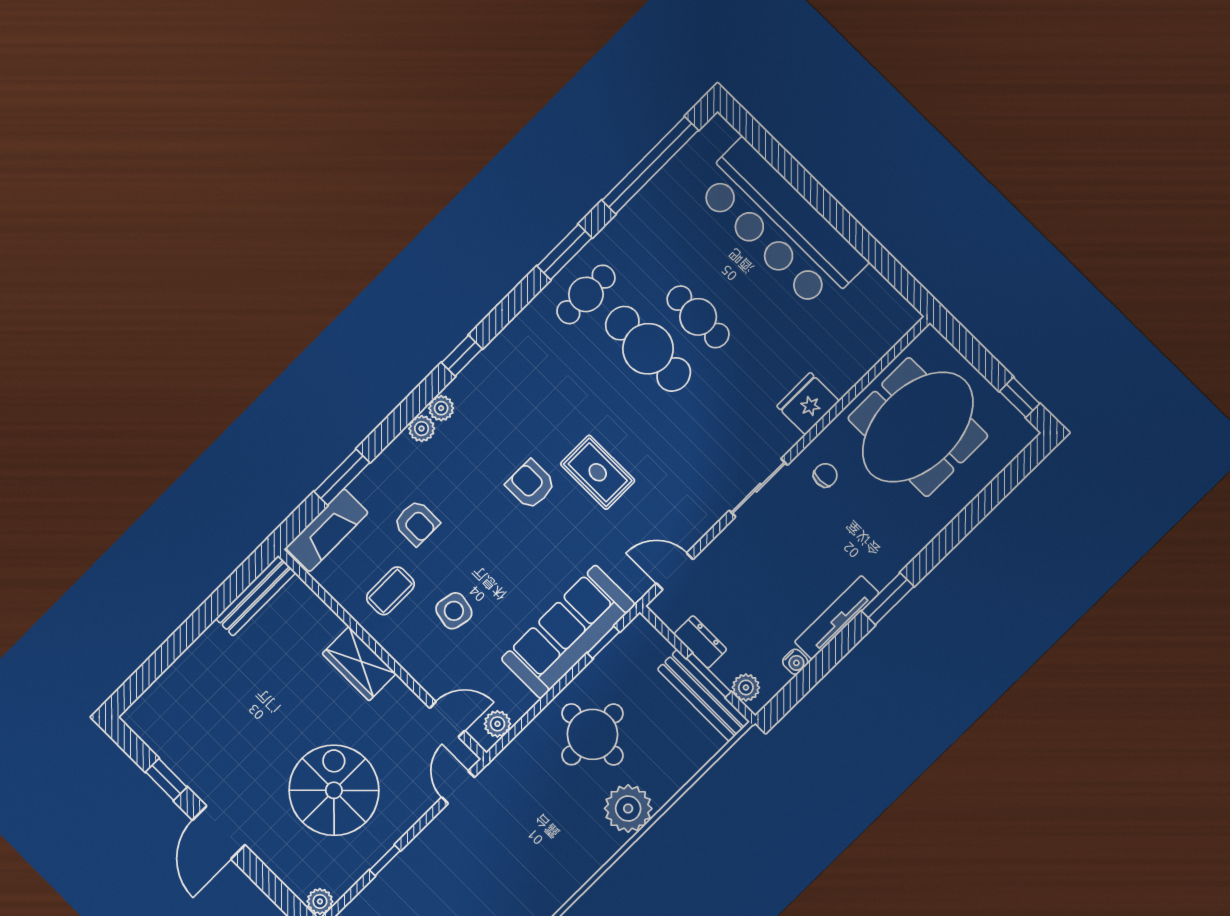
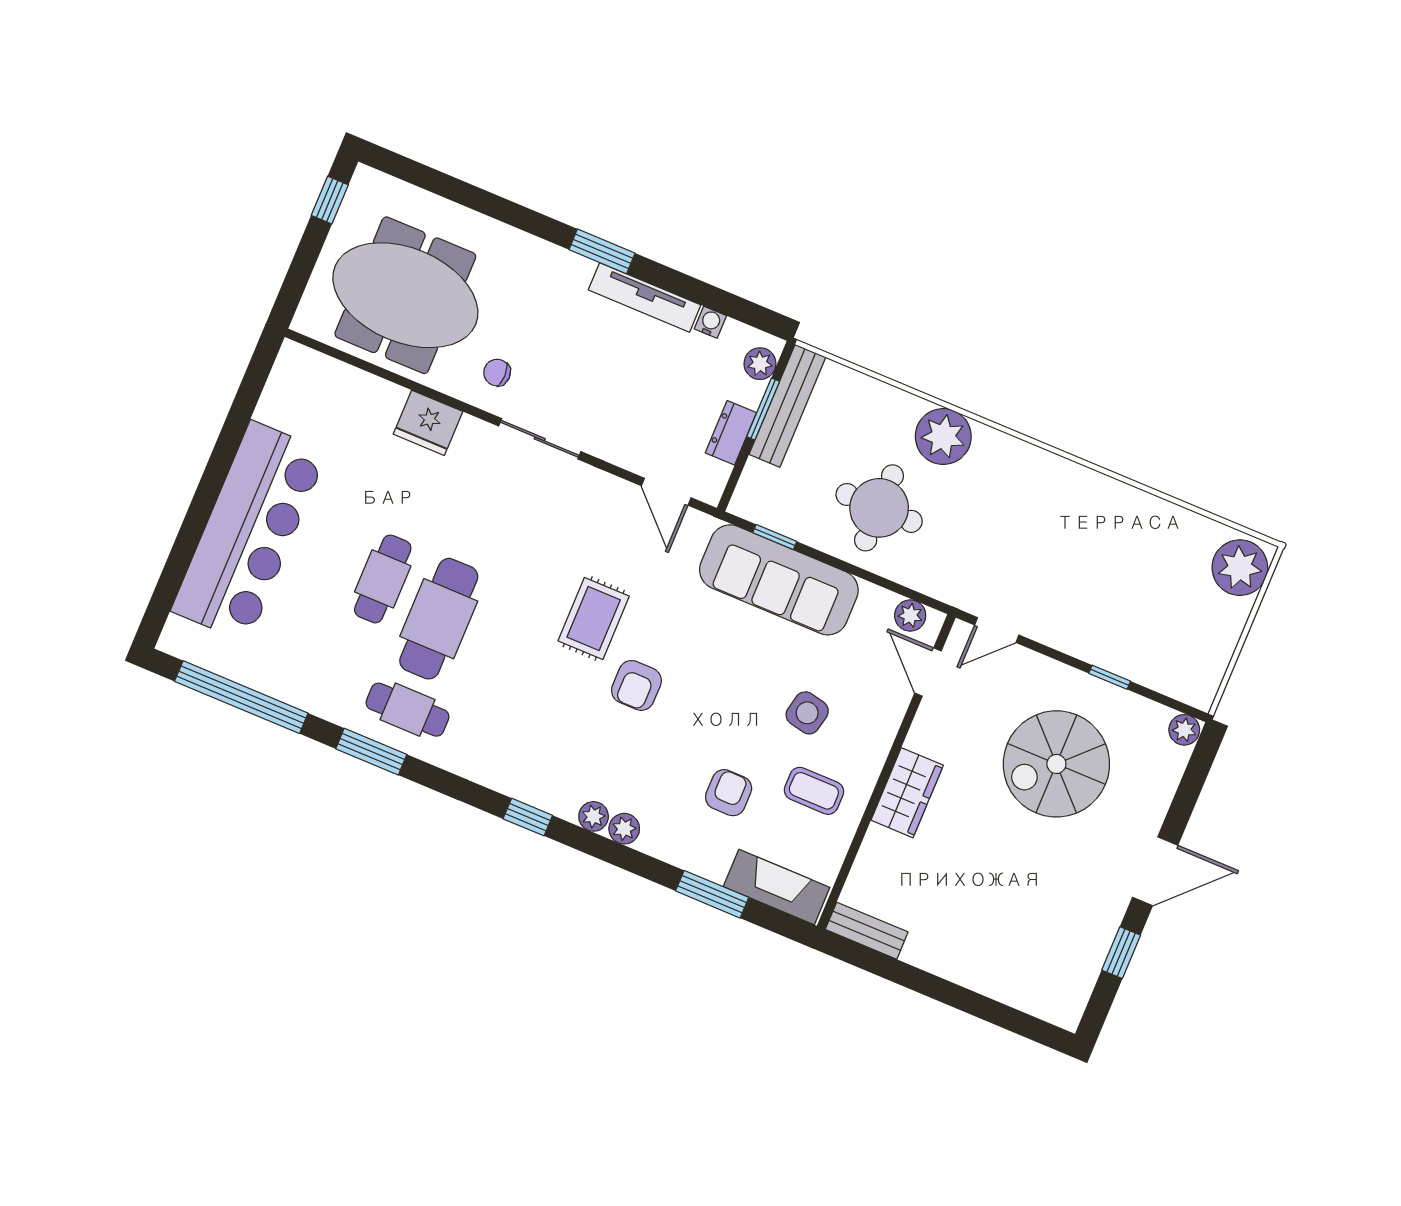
bench: (256, 596) -> (867, 931), width x0.73

